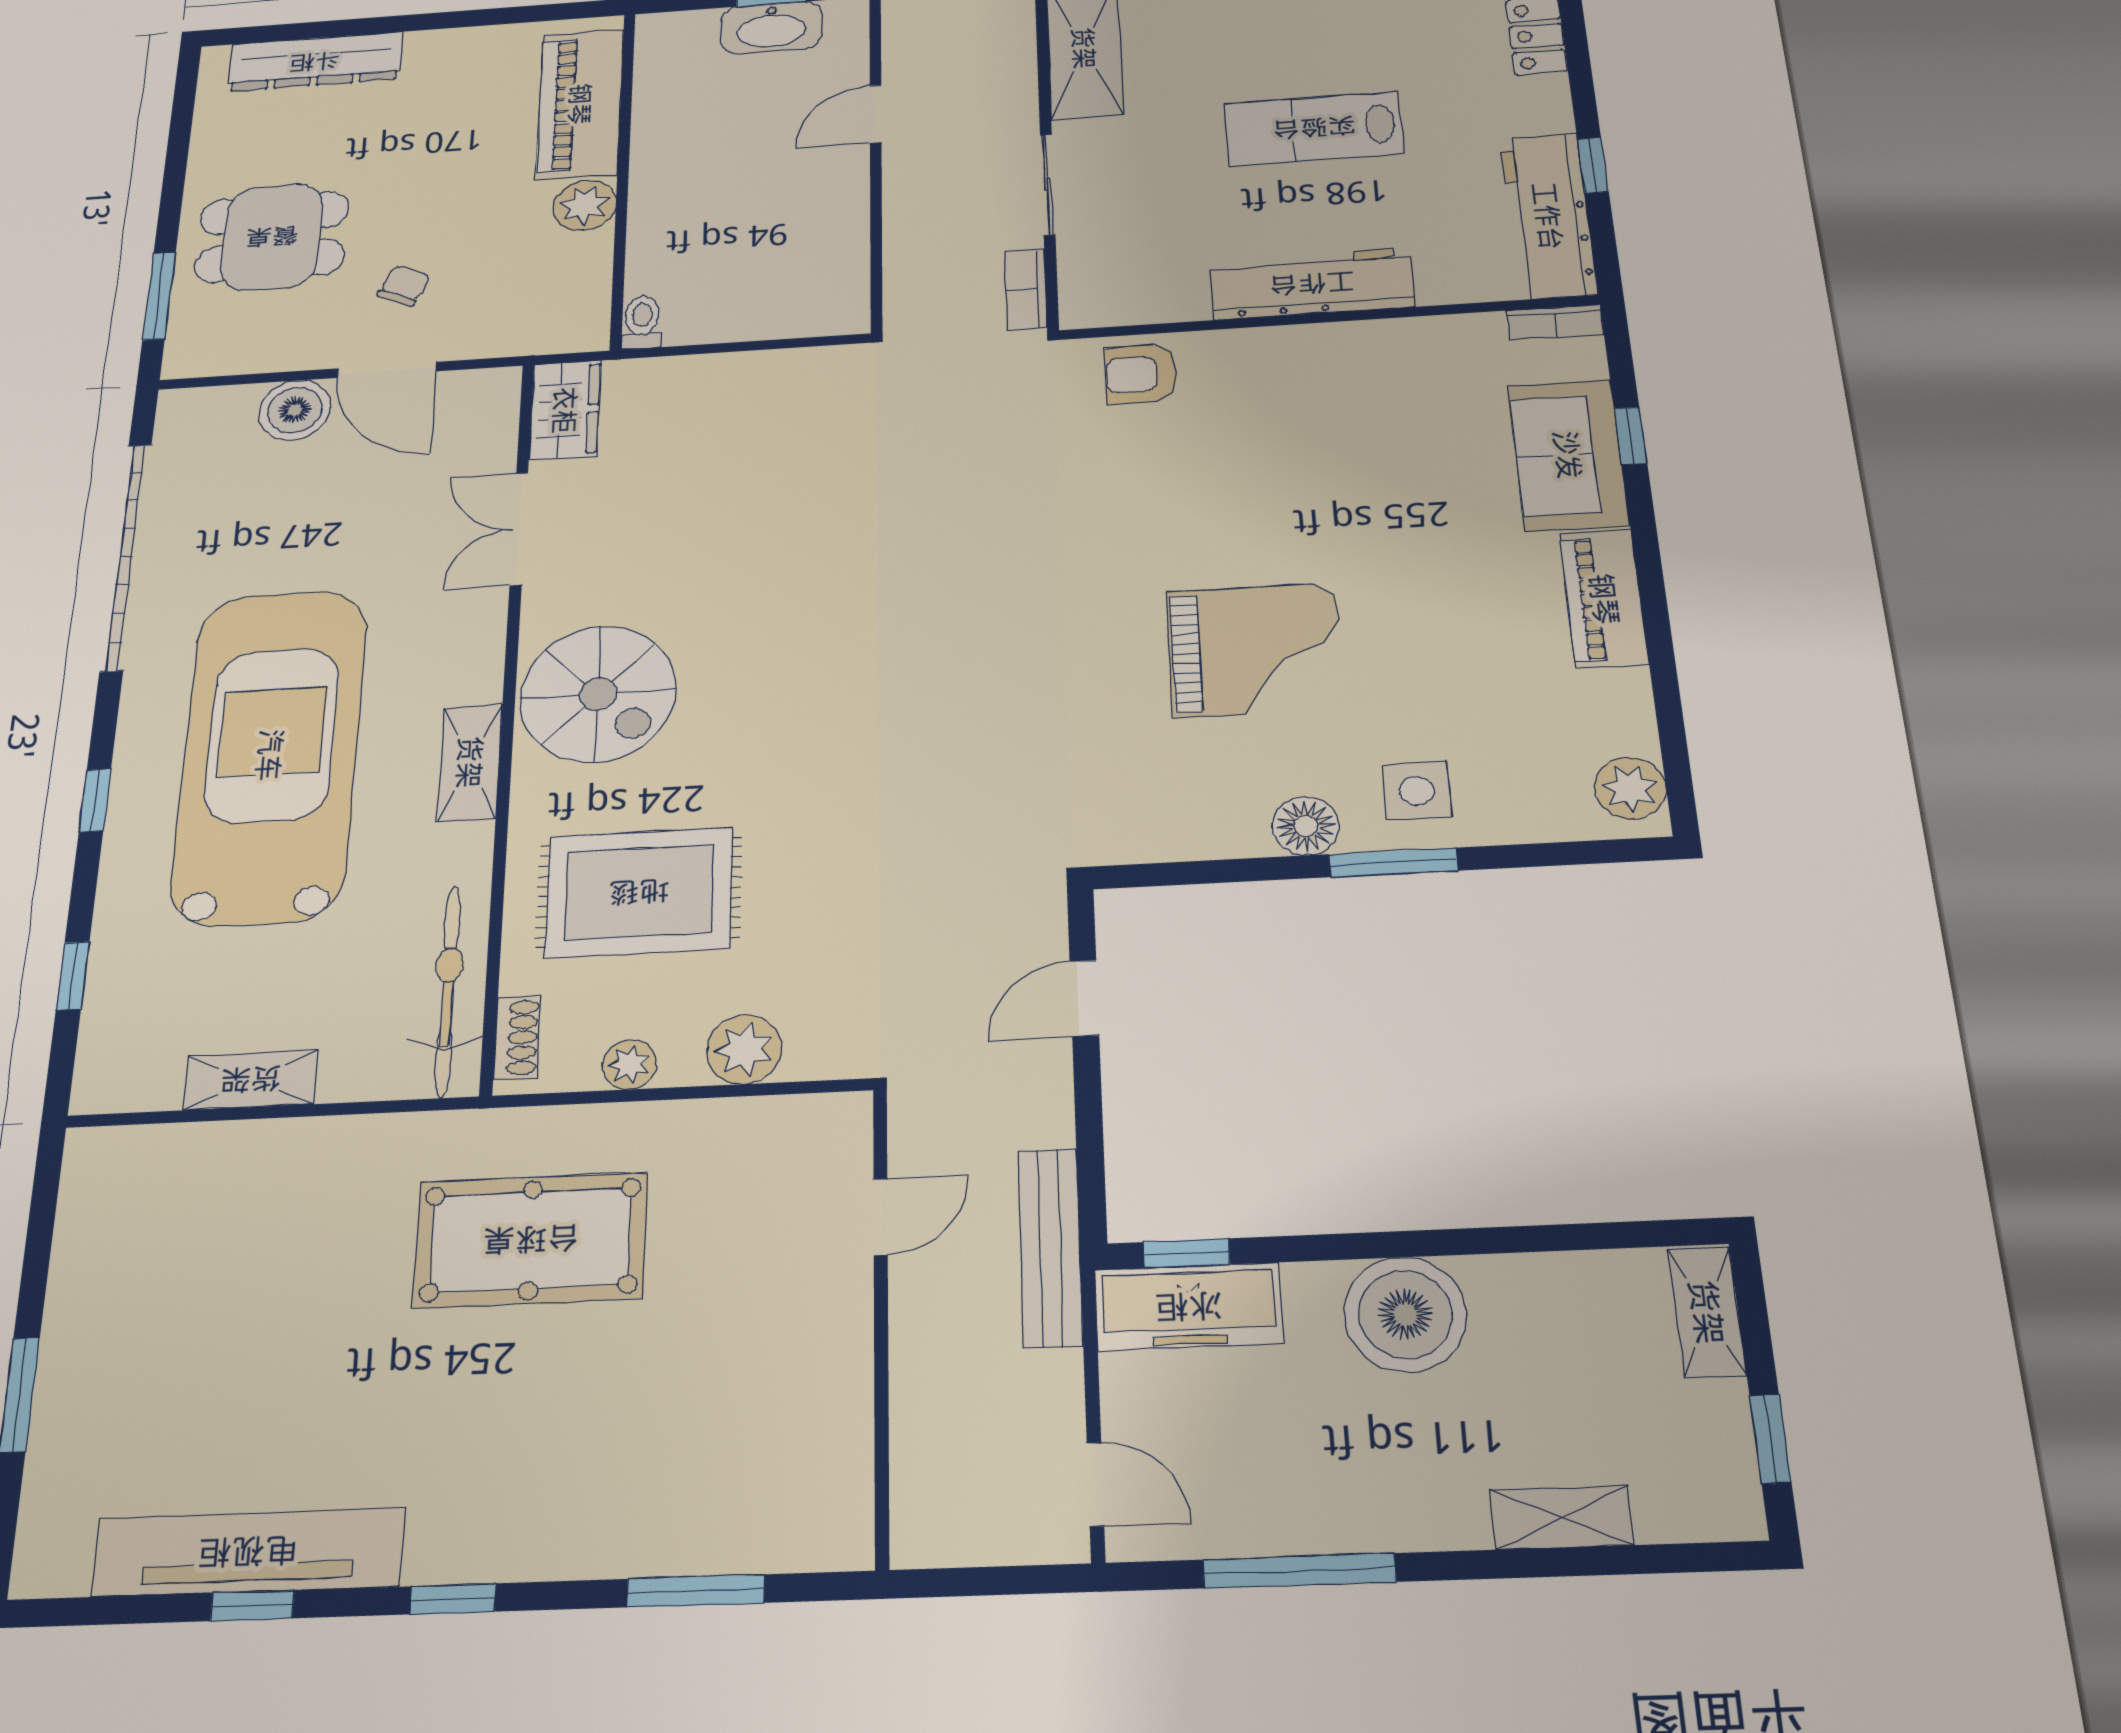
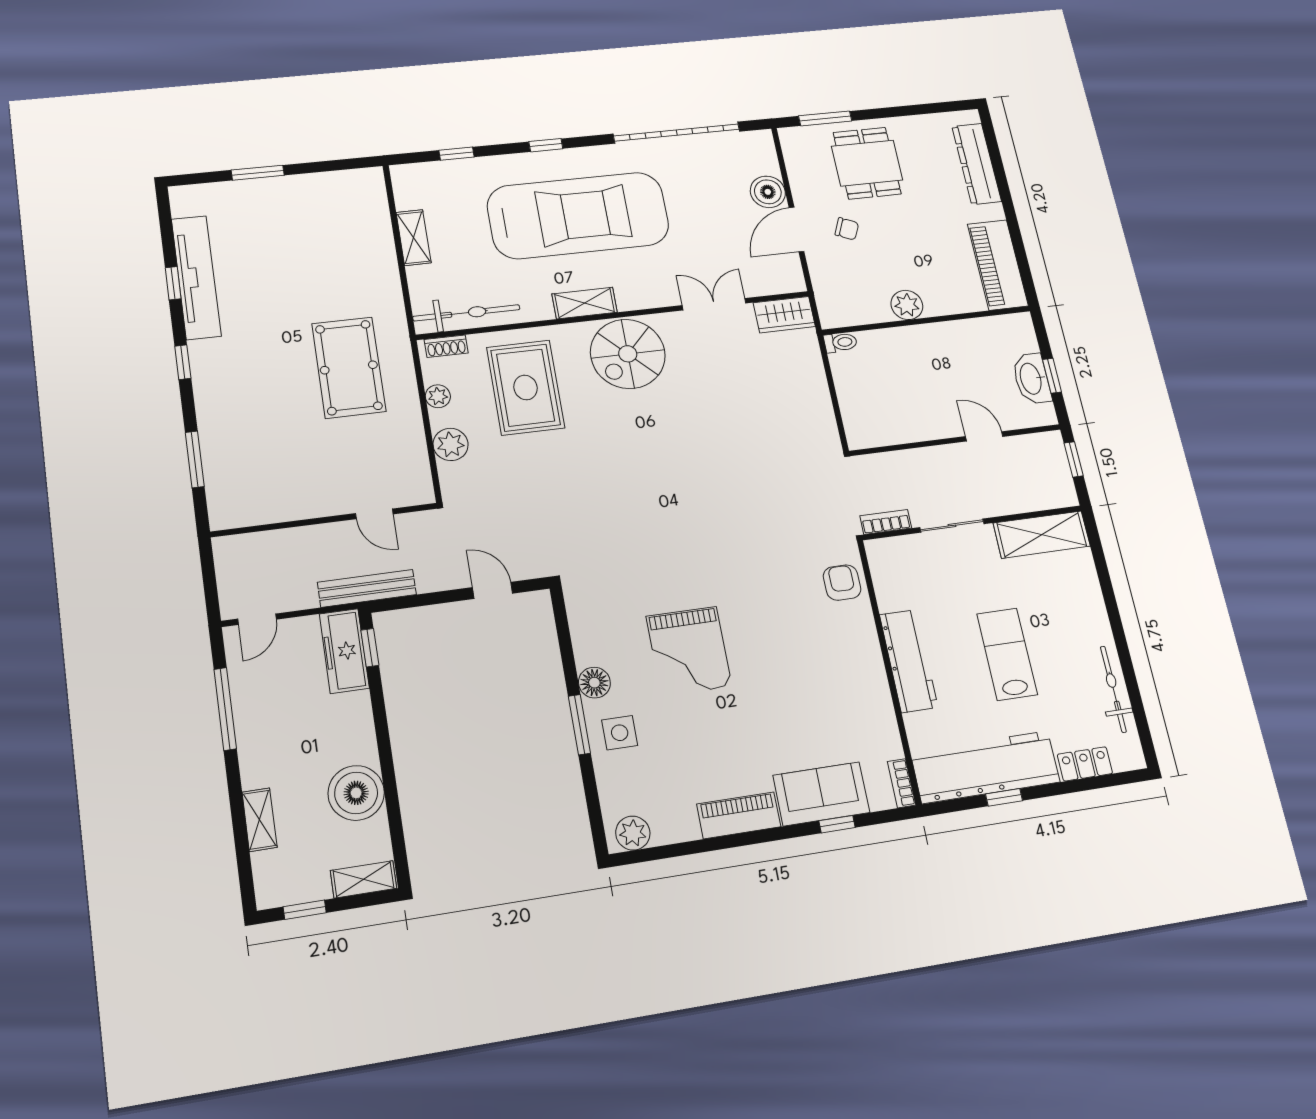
piano: (580, 104) -> (998, 265), moved, turned -90
workbench: (1548, 216) -> (985, 767), width x1.36, depth x1.32
boiler: (1405, 1314) -> (356, 793), moved

